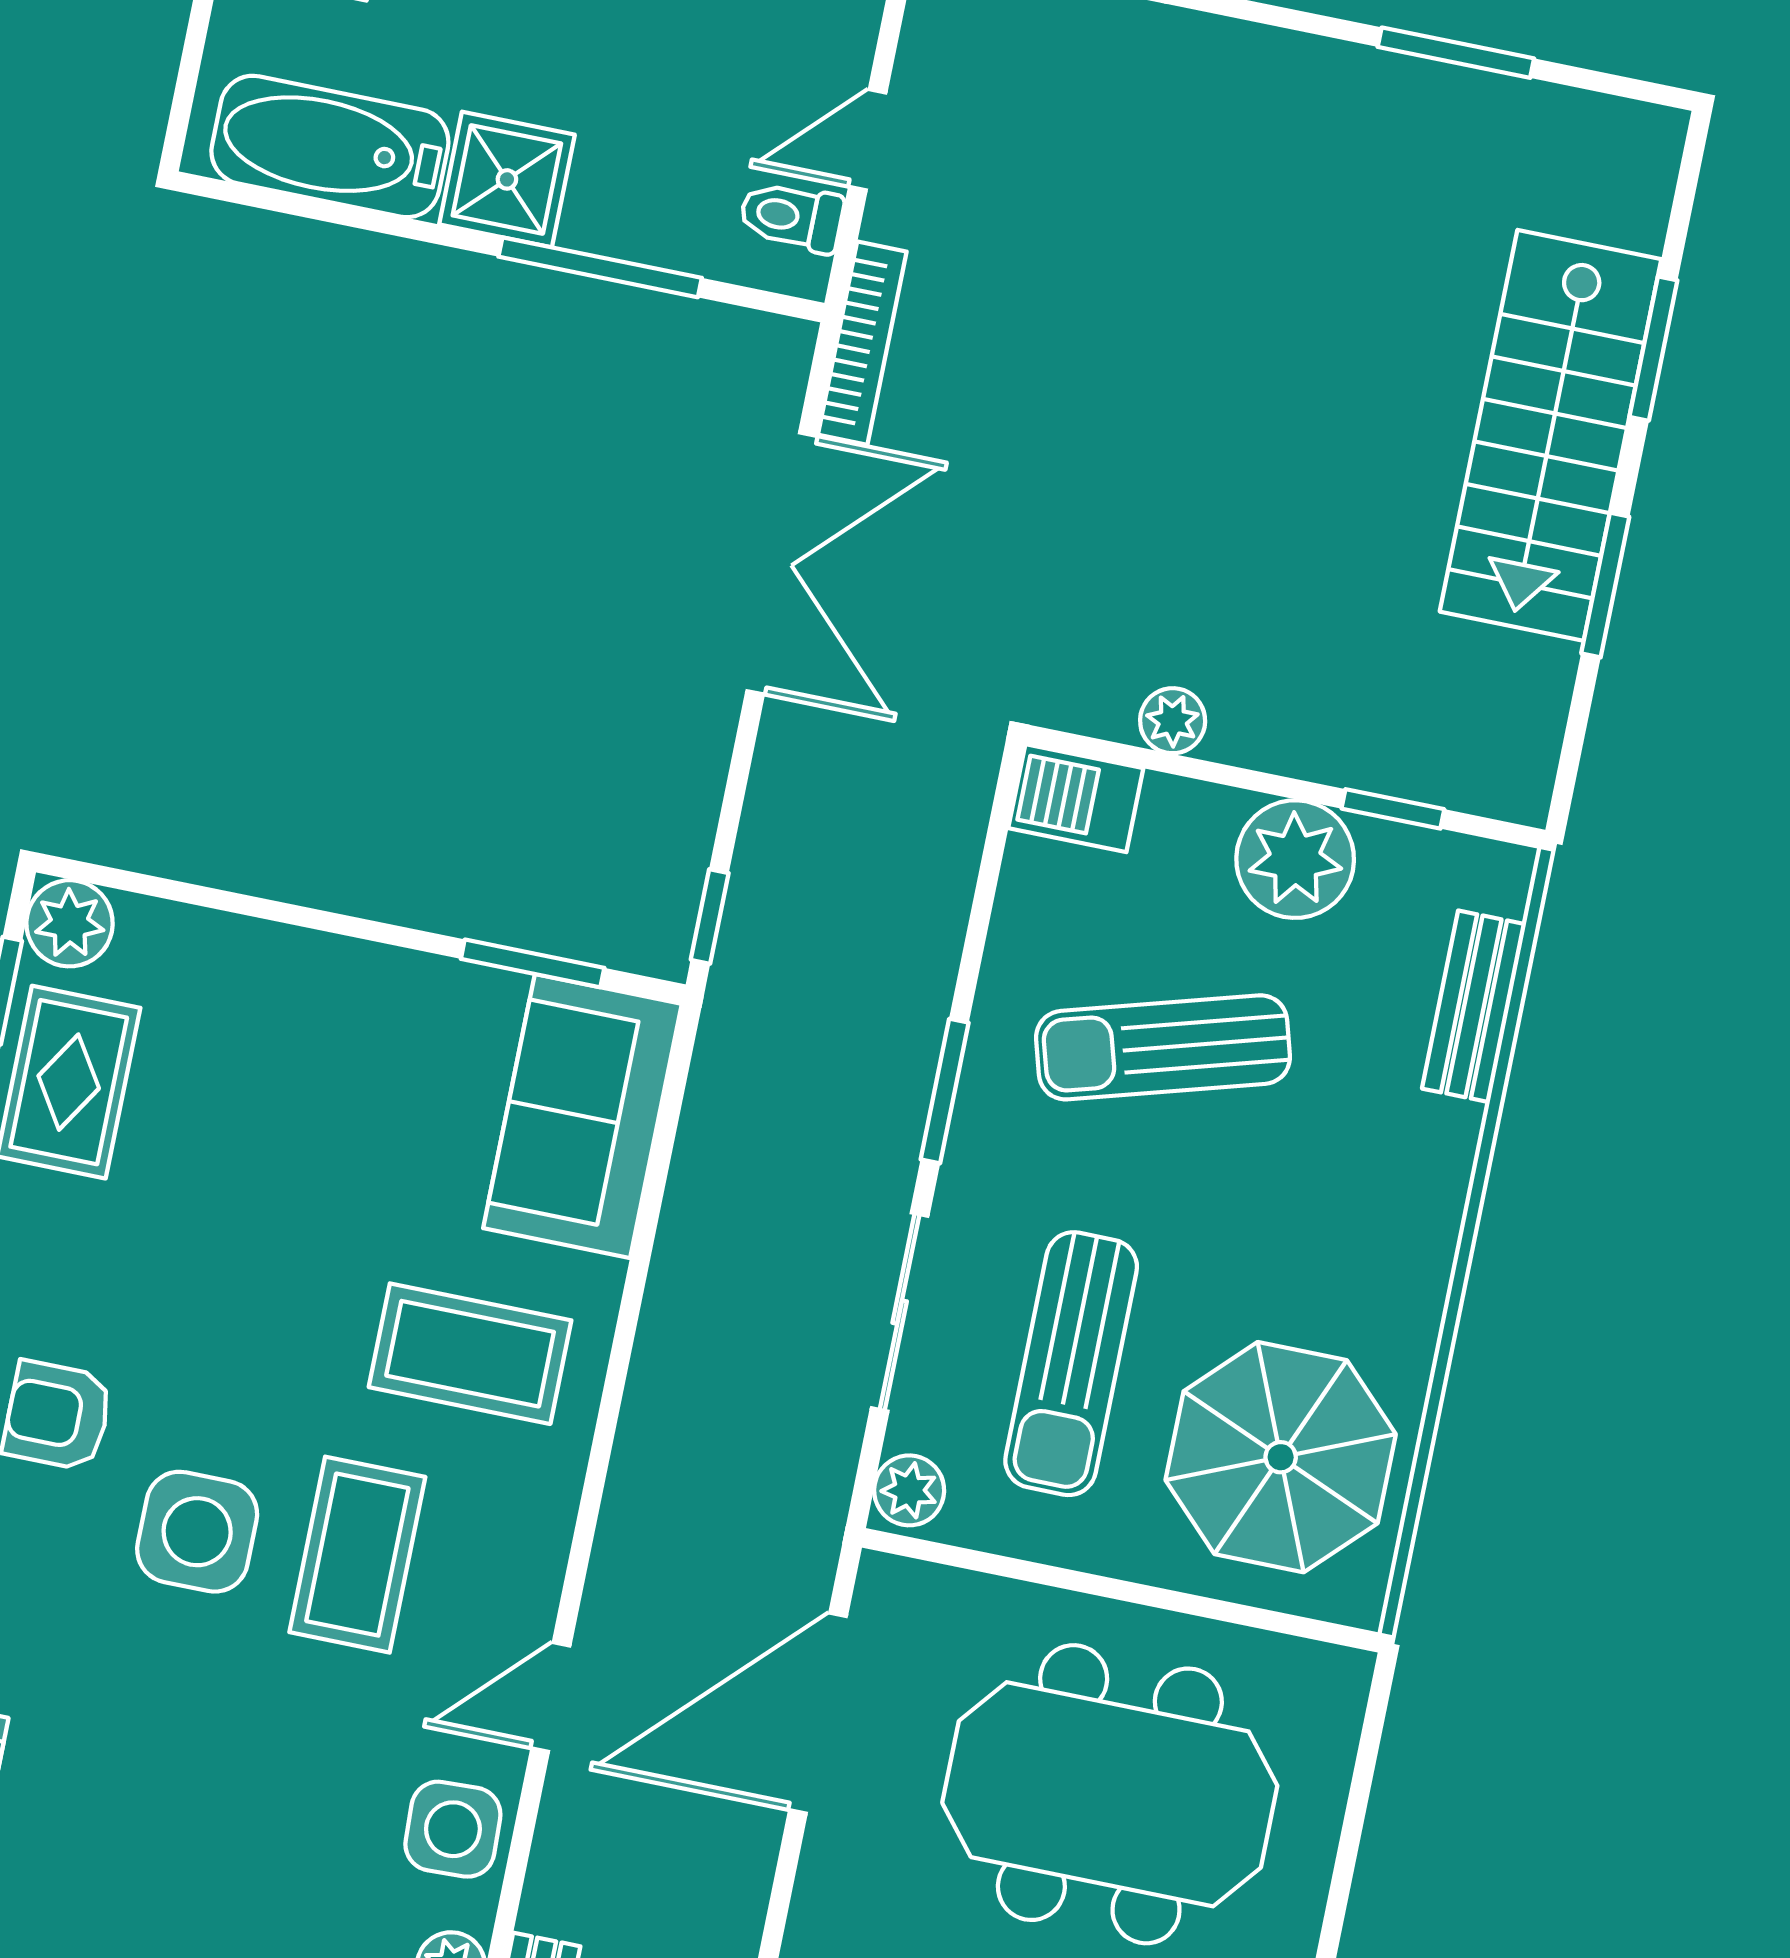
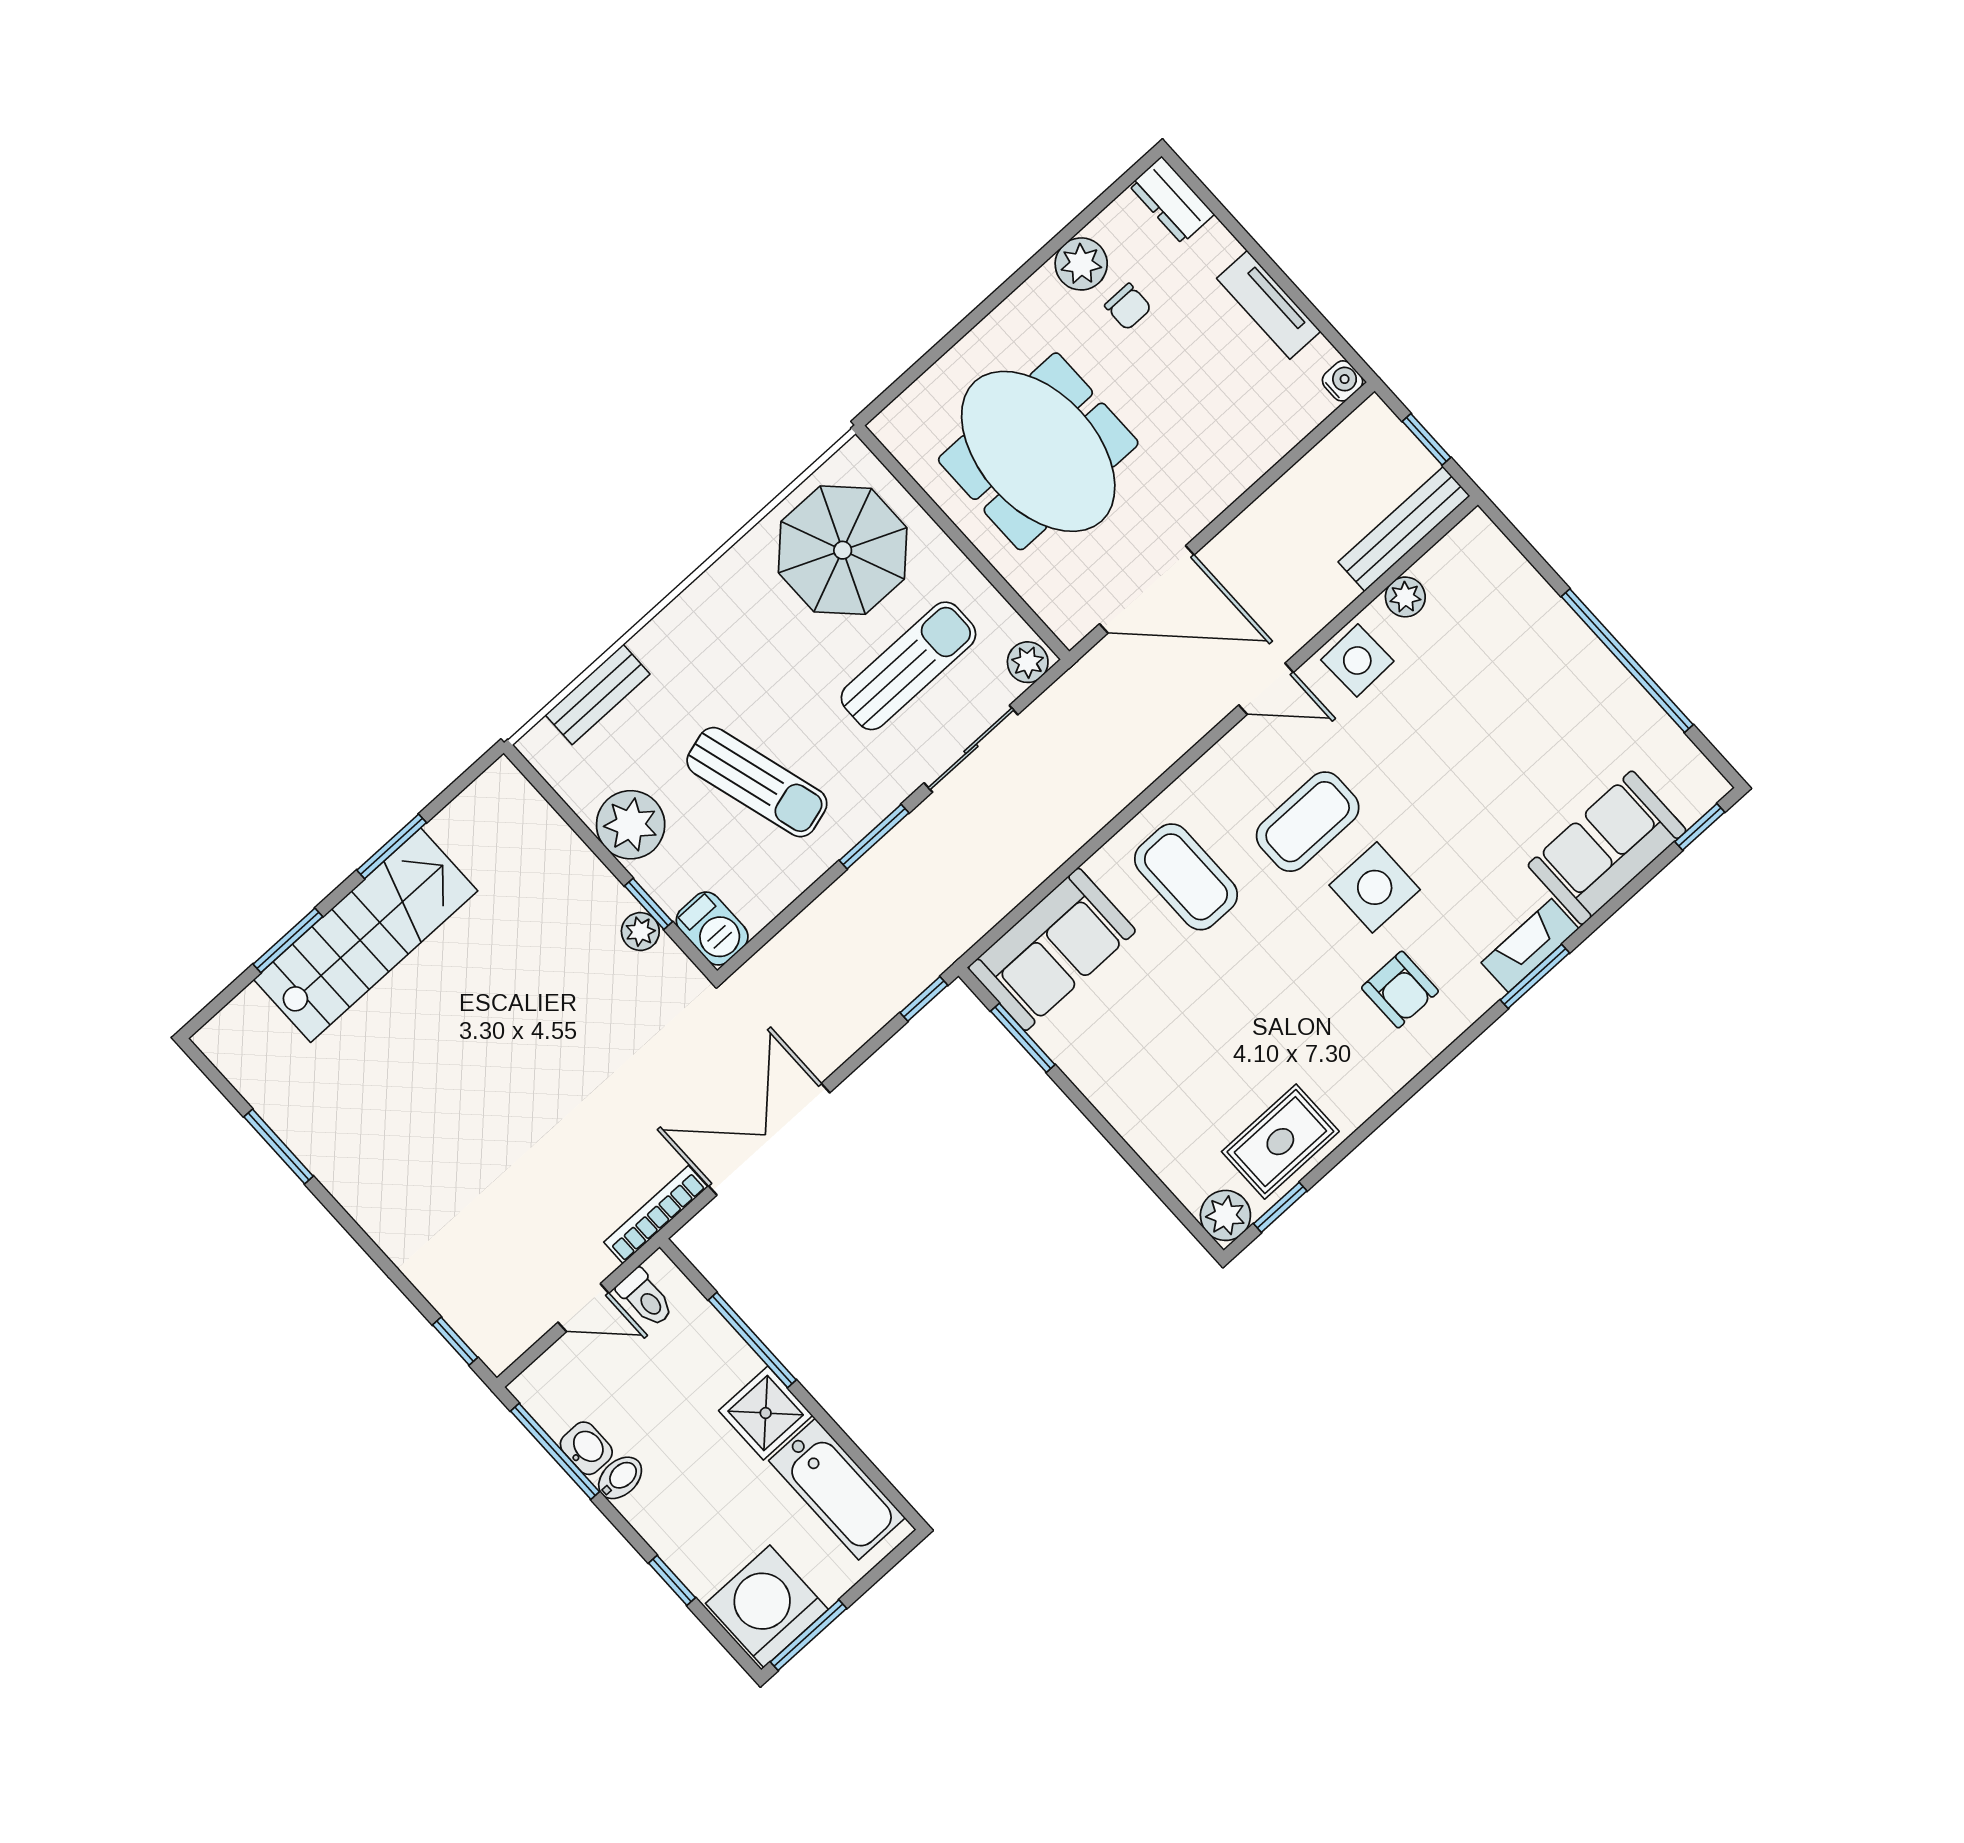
window: (1393, 809) -> (648, 904), moved

